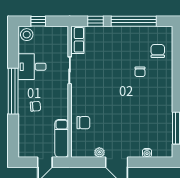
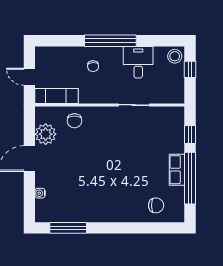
row of seats: (77, 40) -> (177, 170), moved, turned 90
chair: (140, 72) -> (132, 185), removed
plant: (99, 152) -> (46, 134), width x1.87, depth x1.87

